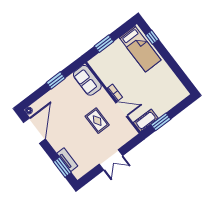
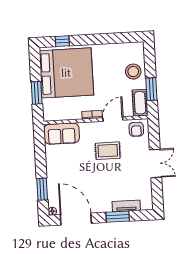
bed: (140, 49) -> (66, 73), width x2.04
window: (56, 80) -> (42, 189), moved
stool: (164, 101) -> (133, 72), added
armchair: (126, 130) -> (136, 129), added
window: (62, 167) -> (118, 217), moved

